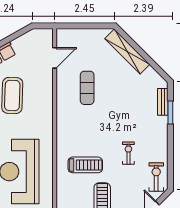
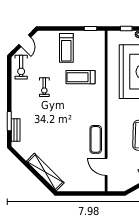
door: (55, 58) -> (106, 167), hinge flipped
exercise mat: (87, 88) -> (96, 139), moved

